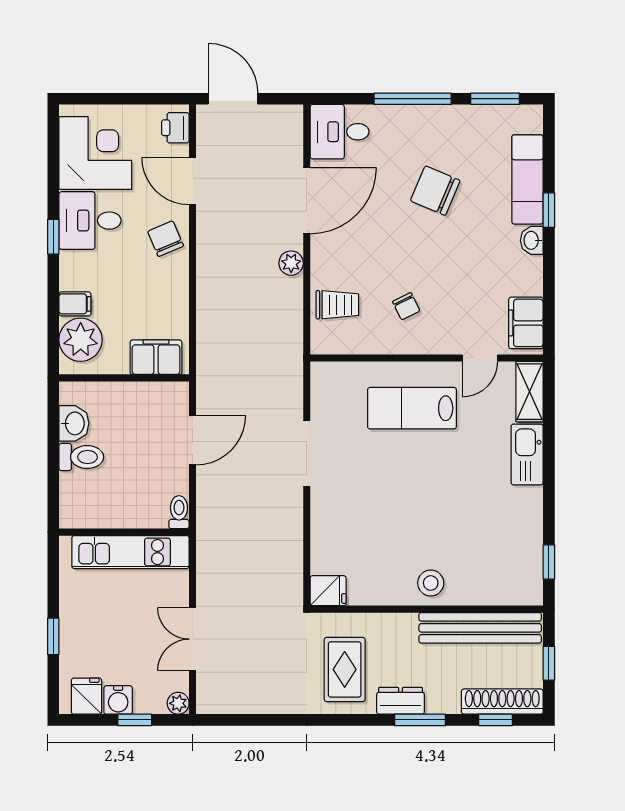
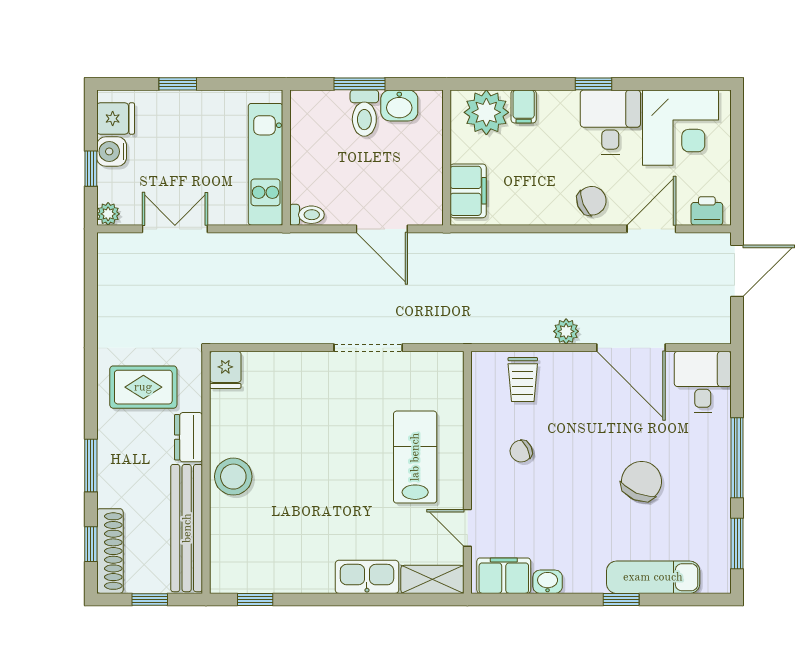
washbasin: (532, 240) -> (548, 582), moved
window: (53, 462) -> (359, 84), added
stool: (431, 583) -> (233, 477), width x1.38, depth x1.38
dresser: (400, 701) -> (189, 437), moved, turned 180

